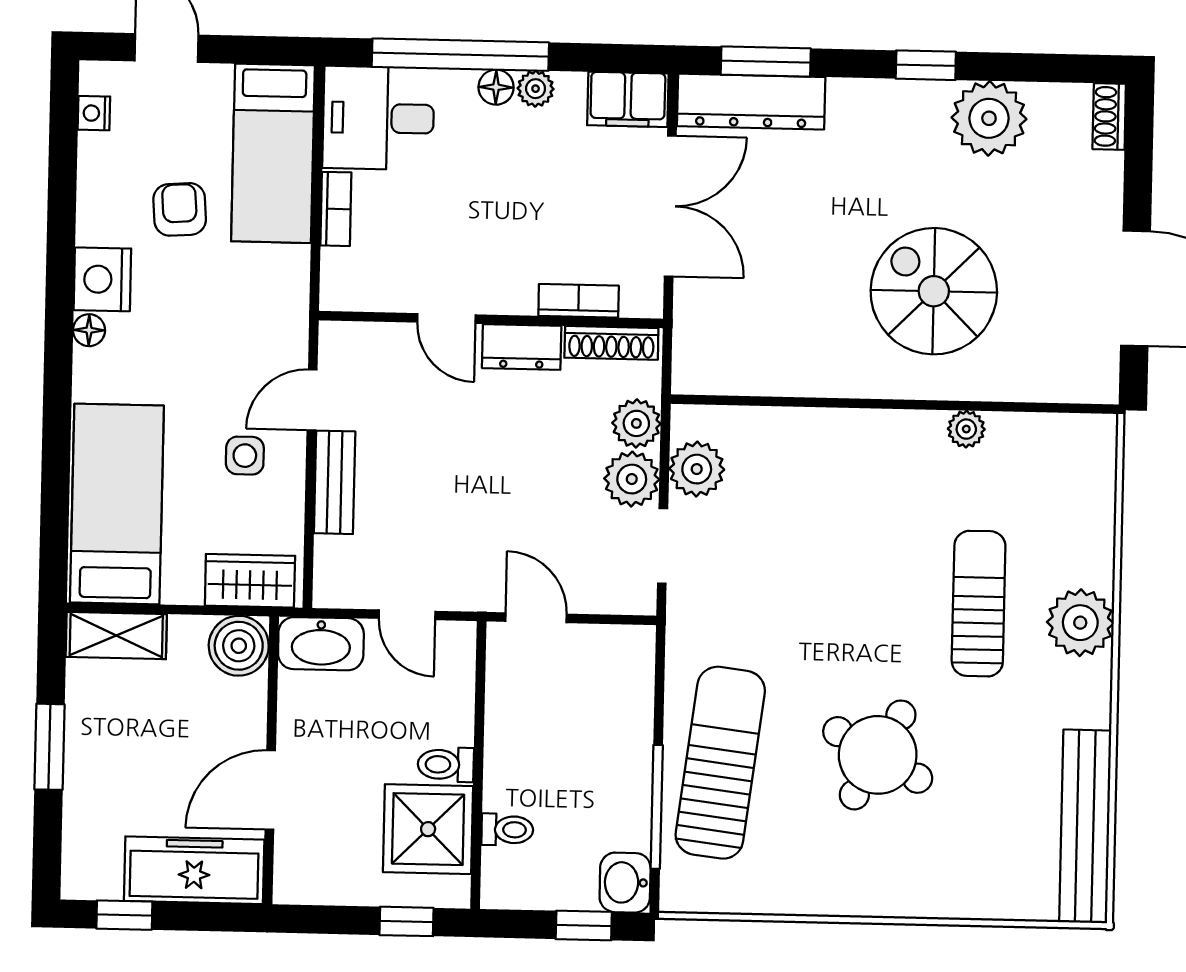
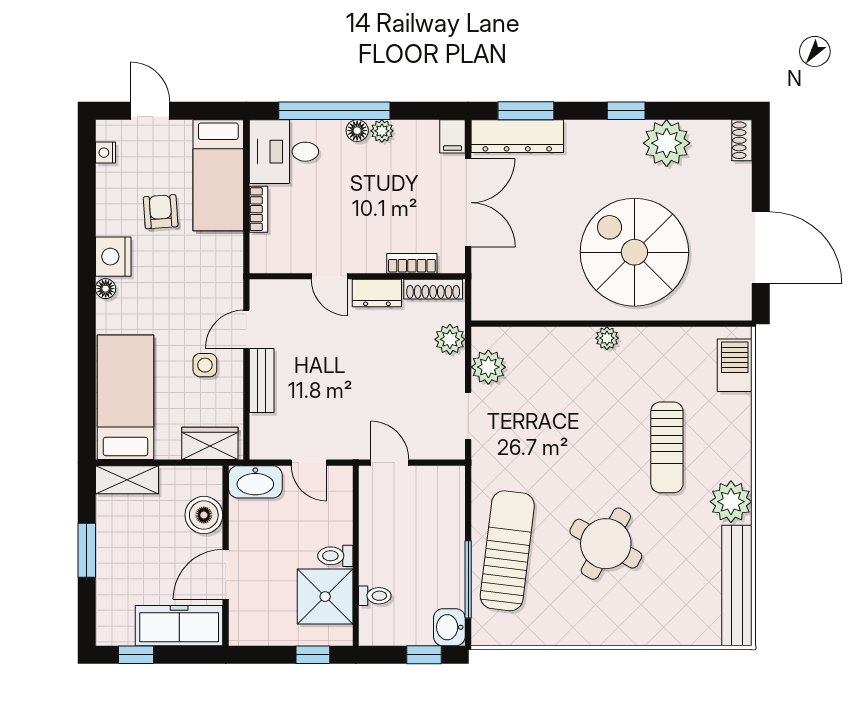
filing cabinet: (628, 99) -> (453, 136), width x0.50
spiral stairs: (934, 291) -> (634, 252), width x1.37, depth x1.37
plant: (966, 429) -> (607, 338), moved
barbecue: (1090, 475) -> (735, 365), added
plant: (632, 479) -> (448, 374), removed
sun lounger: (979, 604) -> (667, 447), turned 180
plant: (1080, 623) -> (731, 502), moved
boiler: (239, 646) -> (204, 515), moved

